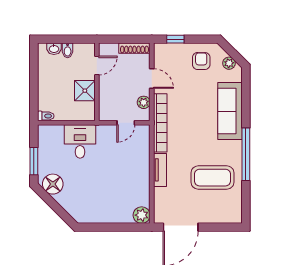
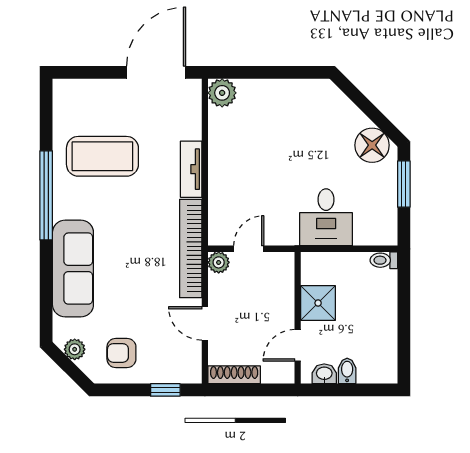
washbasin: (54, 49) -> (324, 374), moved
armchair: (201, 61) -> (121, 353), turned 90
plant: (144, 102) -> (219, 262), moved

